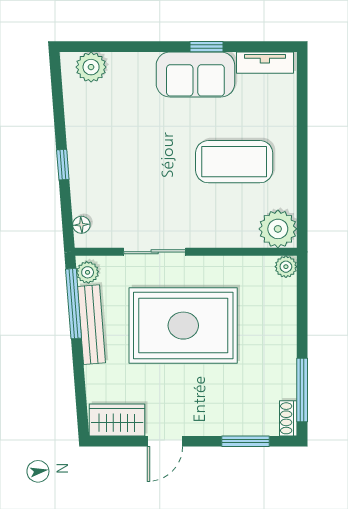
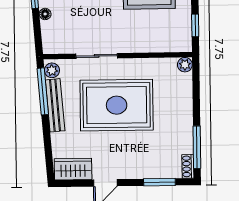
window: (302, 208) -> (195, 25), added
floor lamp: (81, 225) -> (45, 14), moved
plant: (278, 229) -> (179, 39), removed

